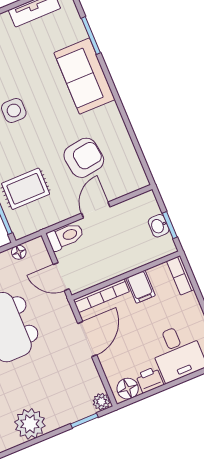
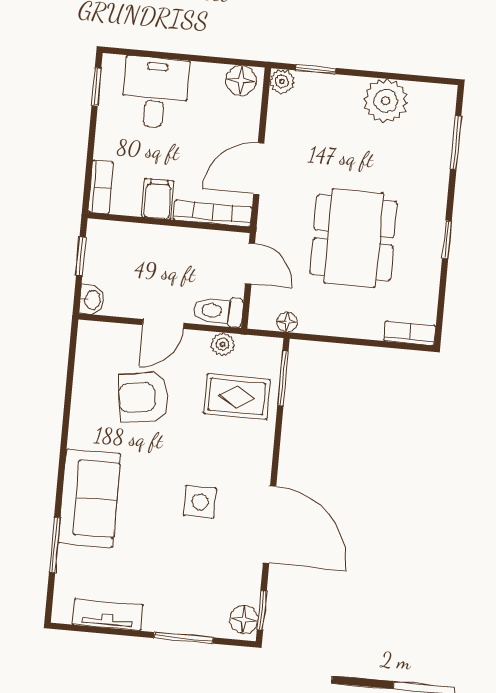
plant: (52, 217) -> (223, 344), added
washbasin: (159, 226) -> (92, 300), moved
printer: (150, 380) -> (208, 77), removed

